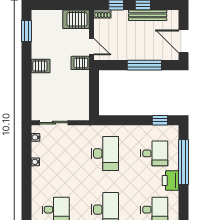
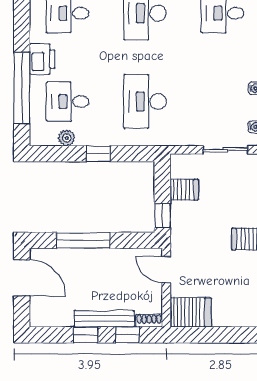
bench: (148, 15) -> (104, 319), moved
server rack: (80, 63) -> (184, 190), moved
window: (94, 81) -> (162, 216), added
window: (160, 120) -> (98, 154), moved
plant: (155, 130) -> (67, 138), added

